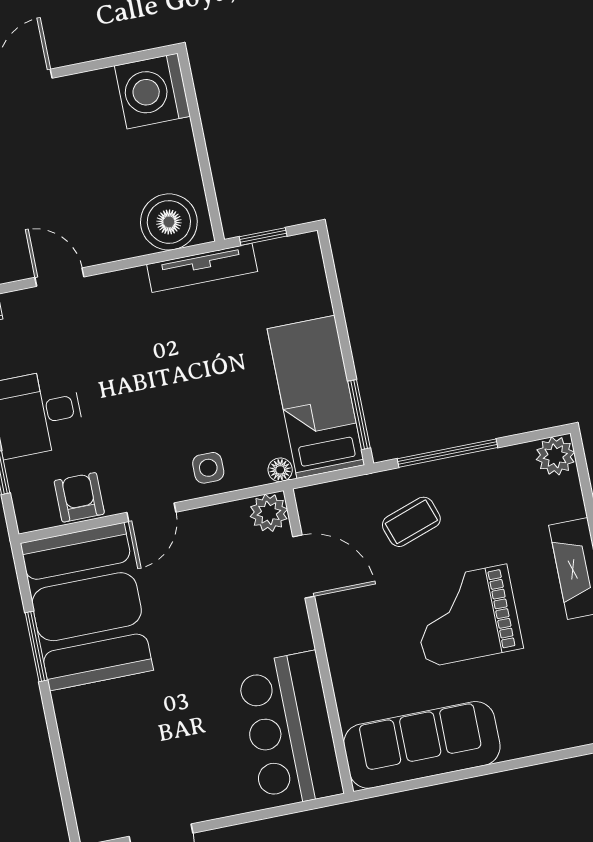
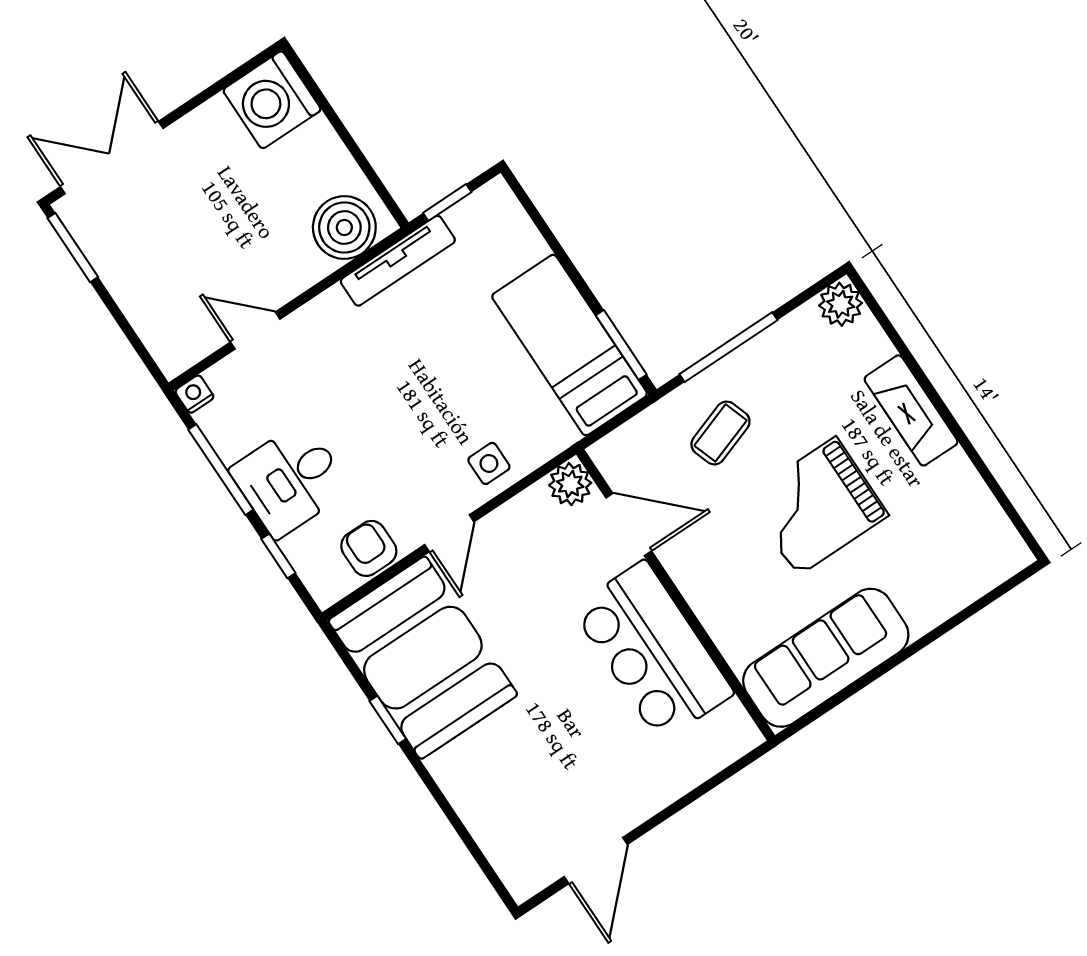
floor lamp: (280, 470) -> (564, 435), removed
window: (36, 646) -> (388, 720), width x0.67
bar counter: (290, 730) -> (653, 651), moved

